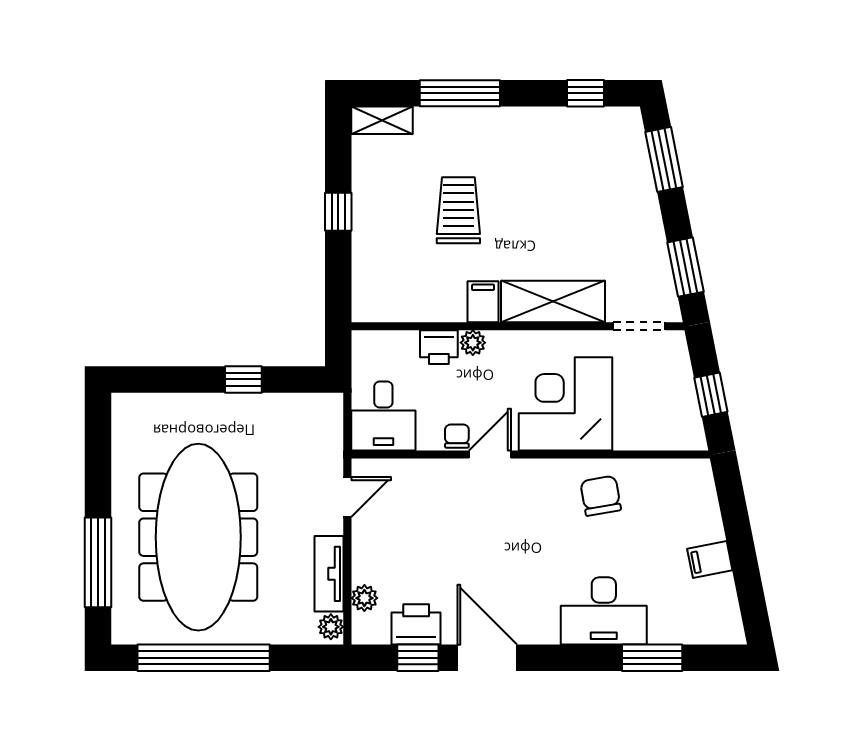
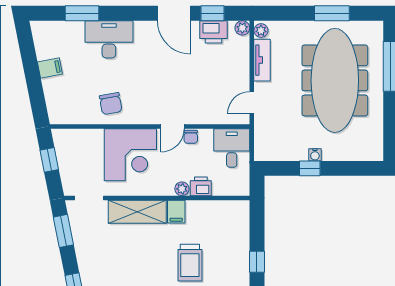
water cooler: (234, 404) -> (315, 155), added
plant: (364, 598) -> (242, 28), moved
window: (204, 658) -> (332, 13), width x0.47

